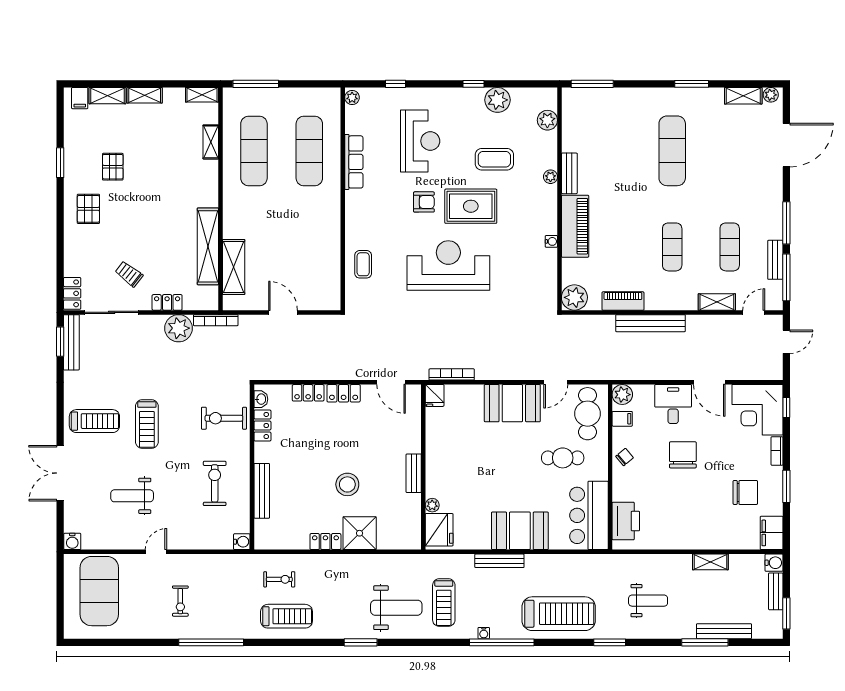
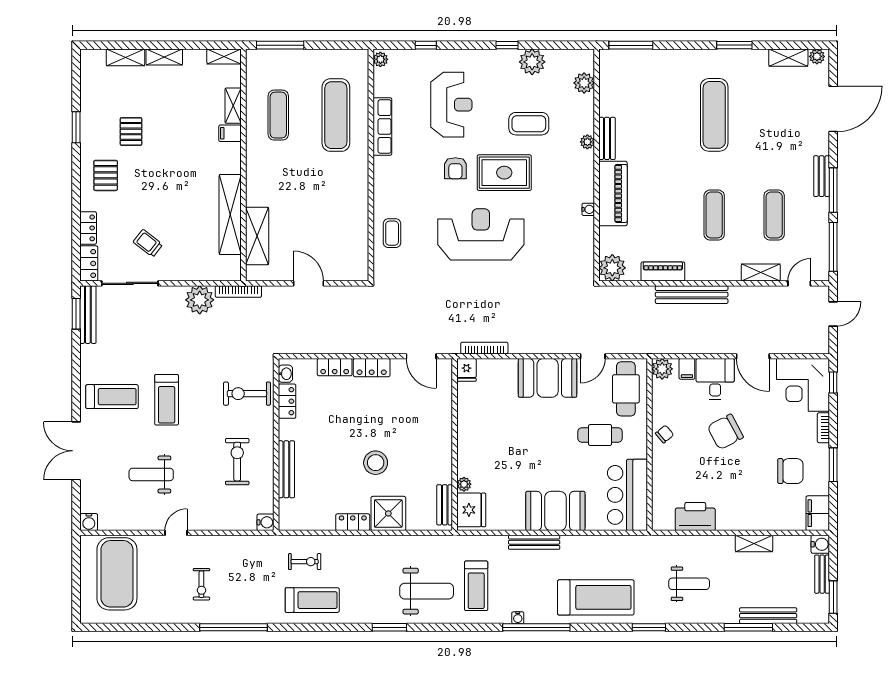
filing cabinet: (80, 98) -> (230, 133), moved, turned 90
exercise mat: (254, 151) -> (278, 115), width x0.73, depth x0.69
armchair: (424, 202) -> (455, 168), turned 90
bench: (775, 260) -> (822, 176), moved
locker: (167, 302) -> (88, 228), moved, turned 90
filing cabinet: (622, 419) -> (687, 369), moved, turned 90
chair: (683, 455) -> (725, 432), turned -118
bench: (414, 473) -> (445, 505), moved
printer: (626, 521) -> (695, 517), moved, turned -90

